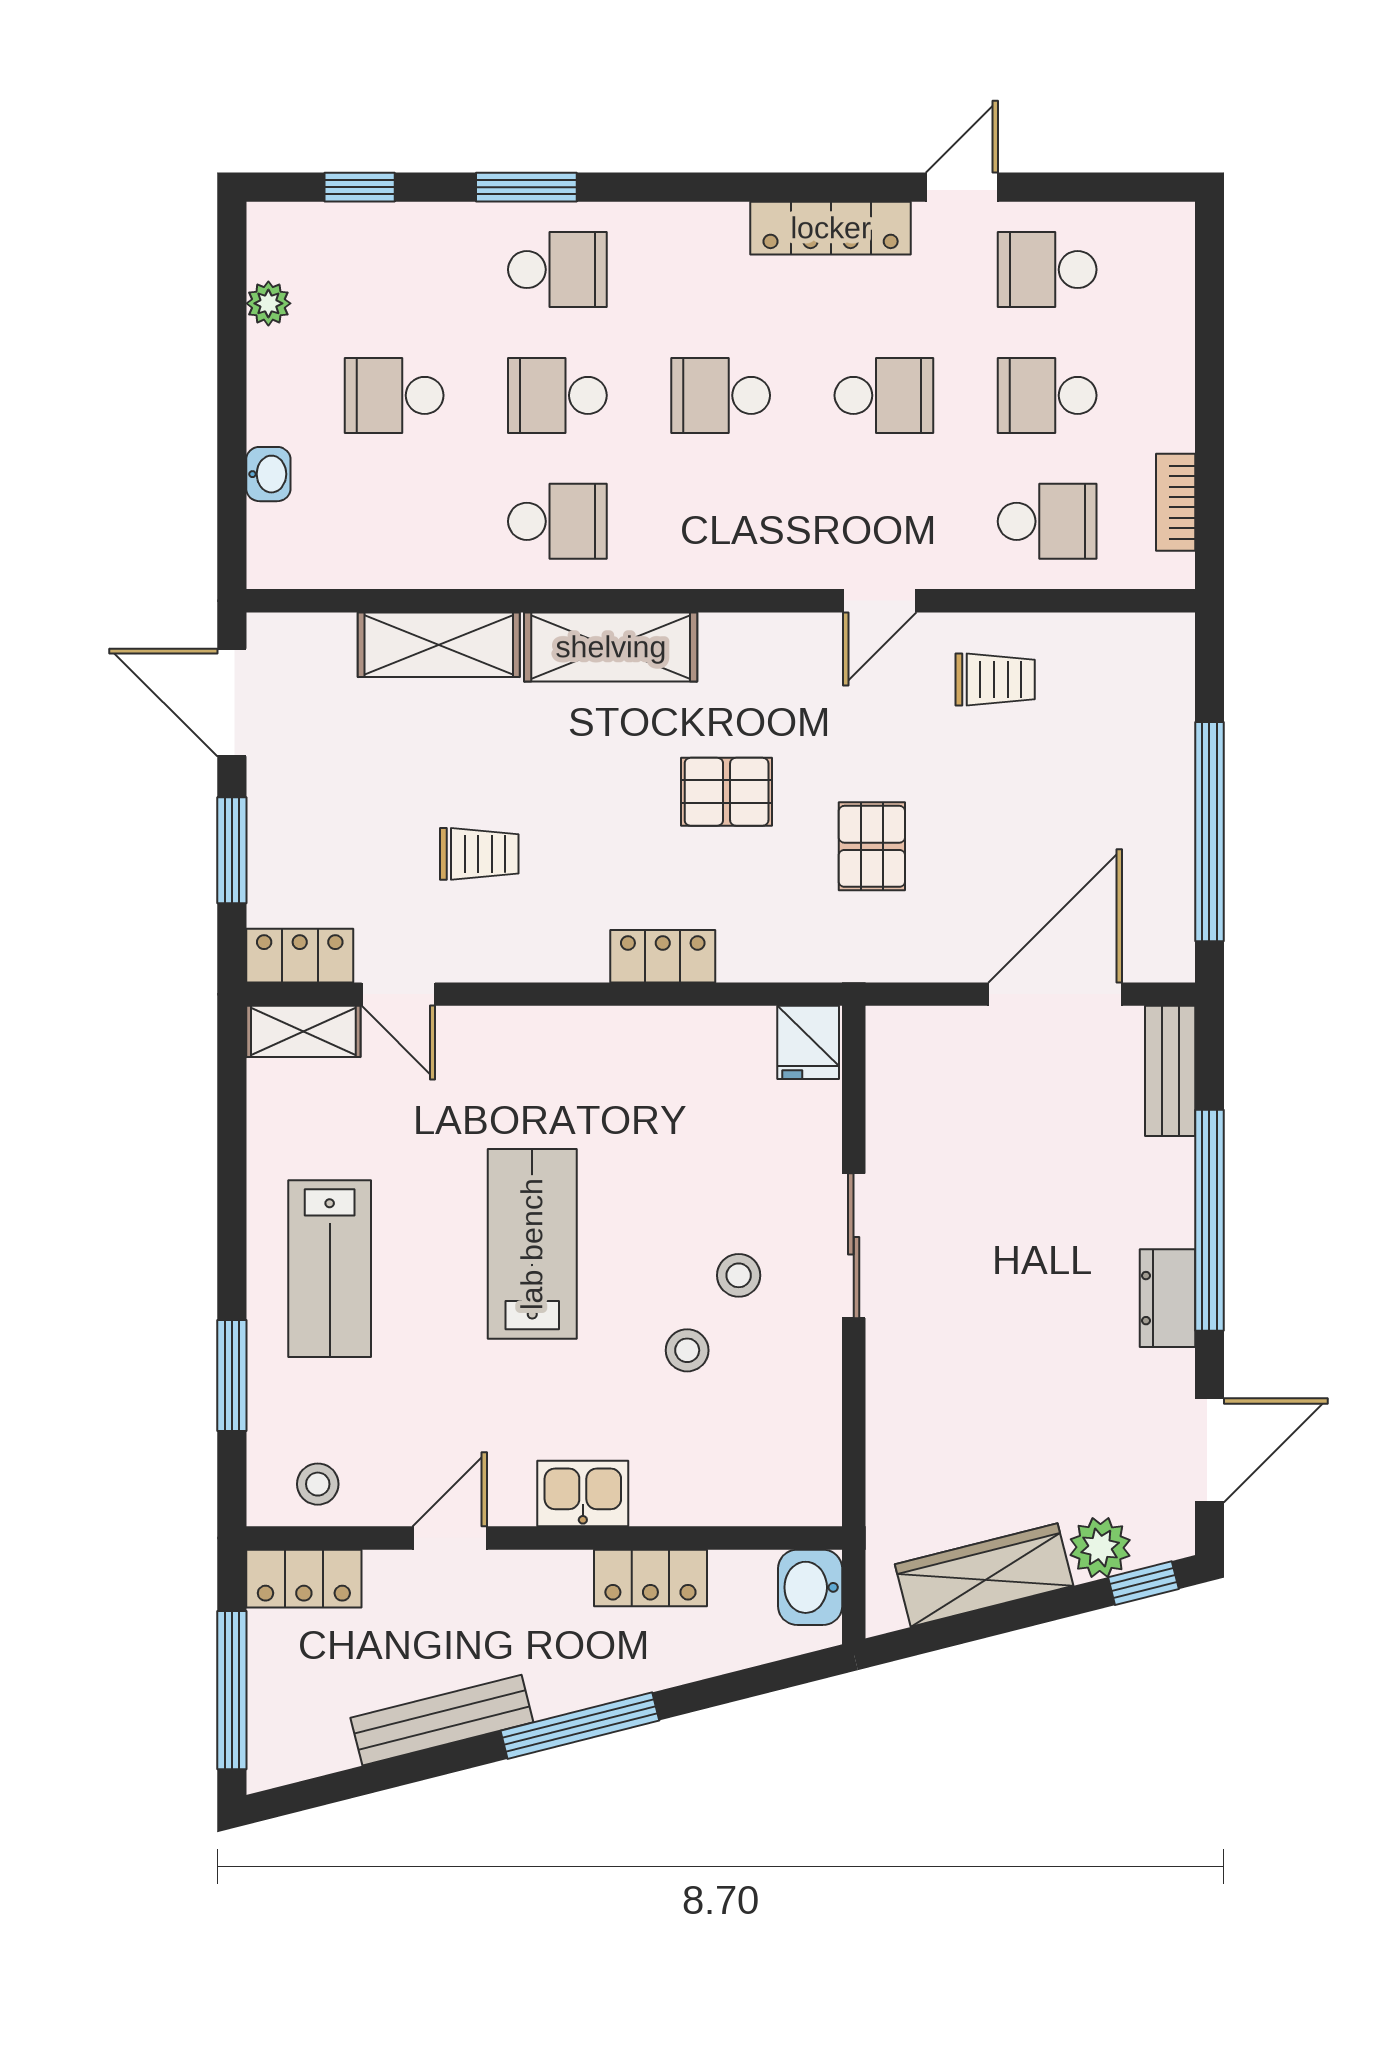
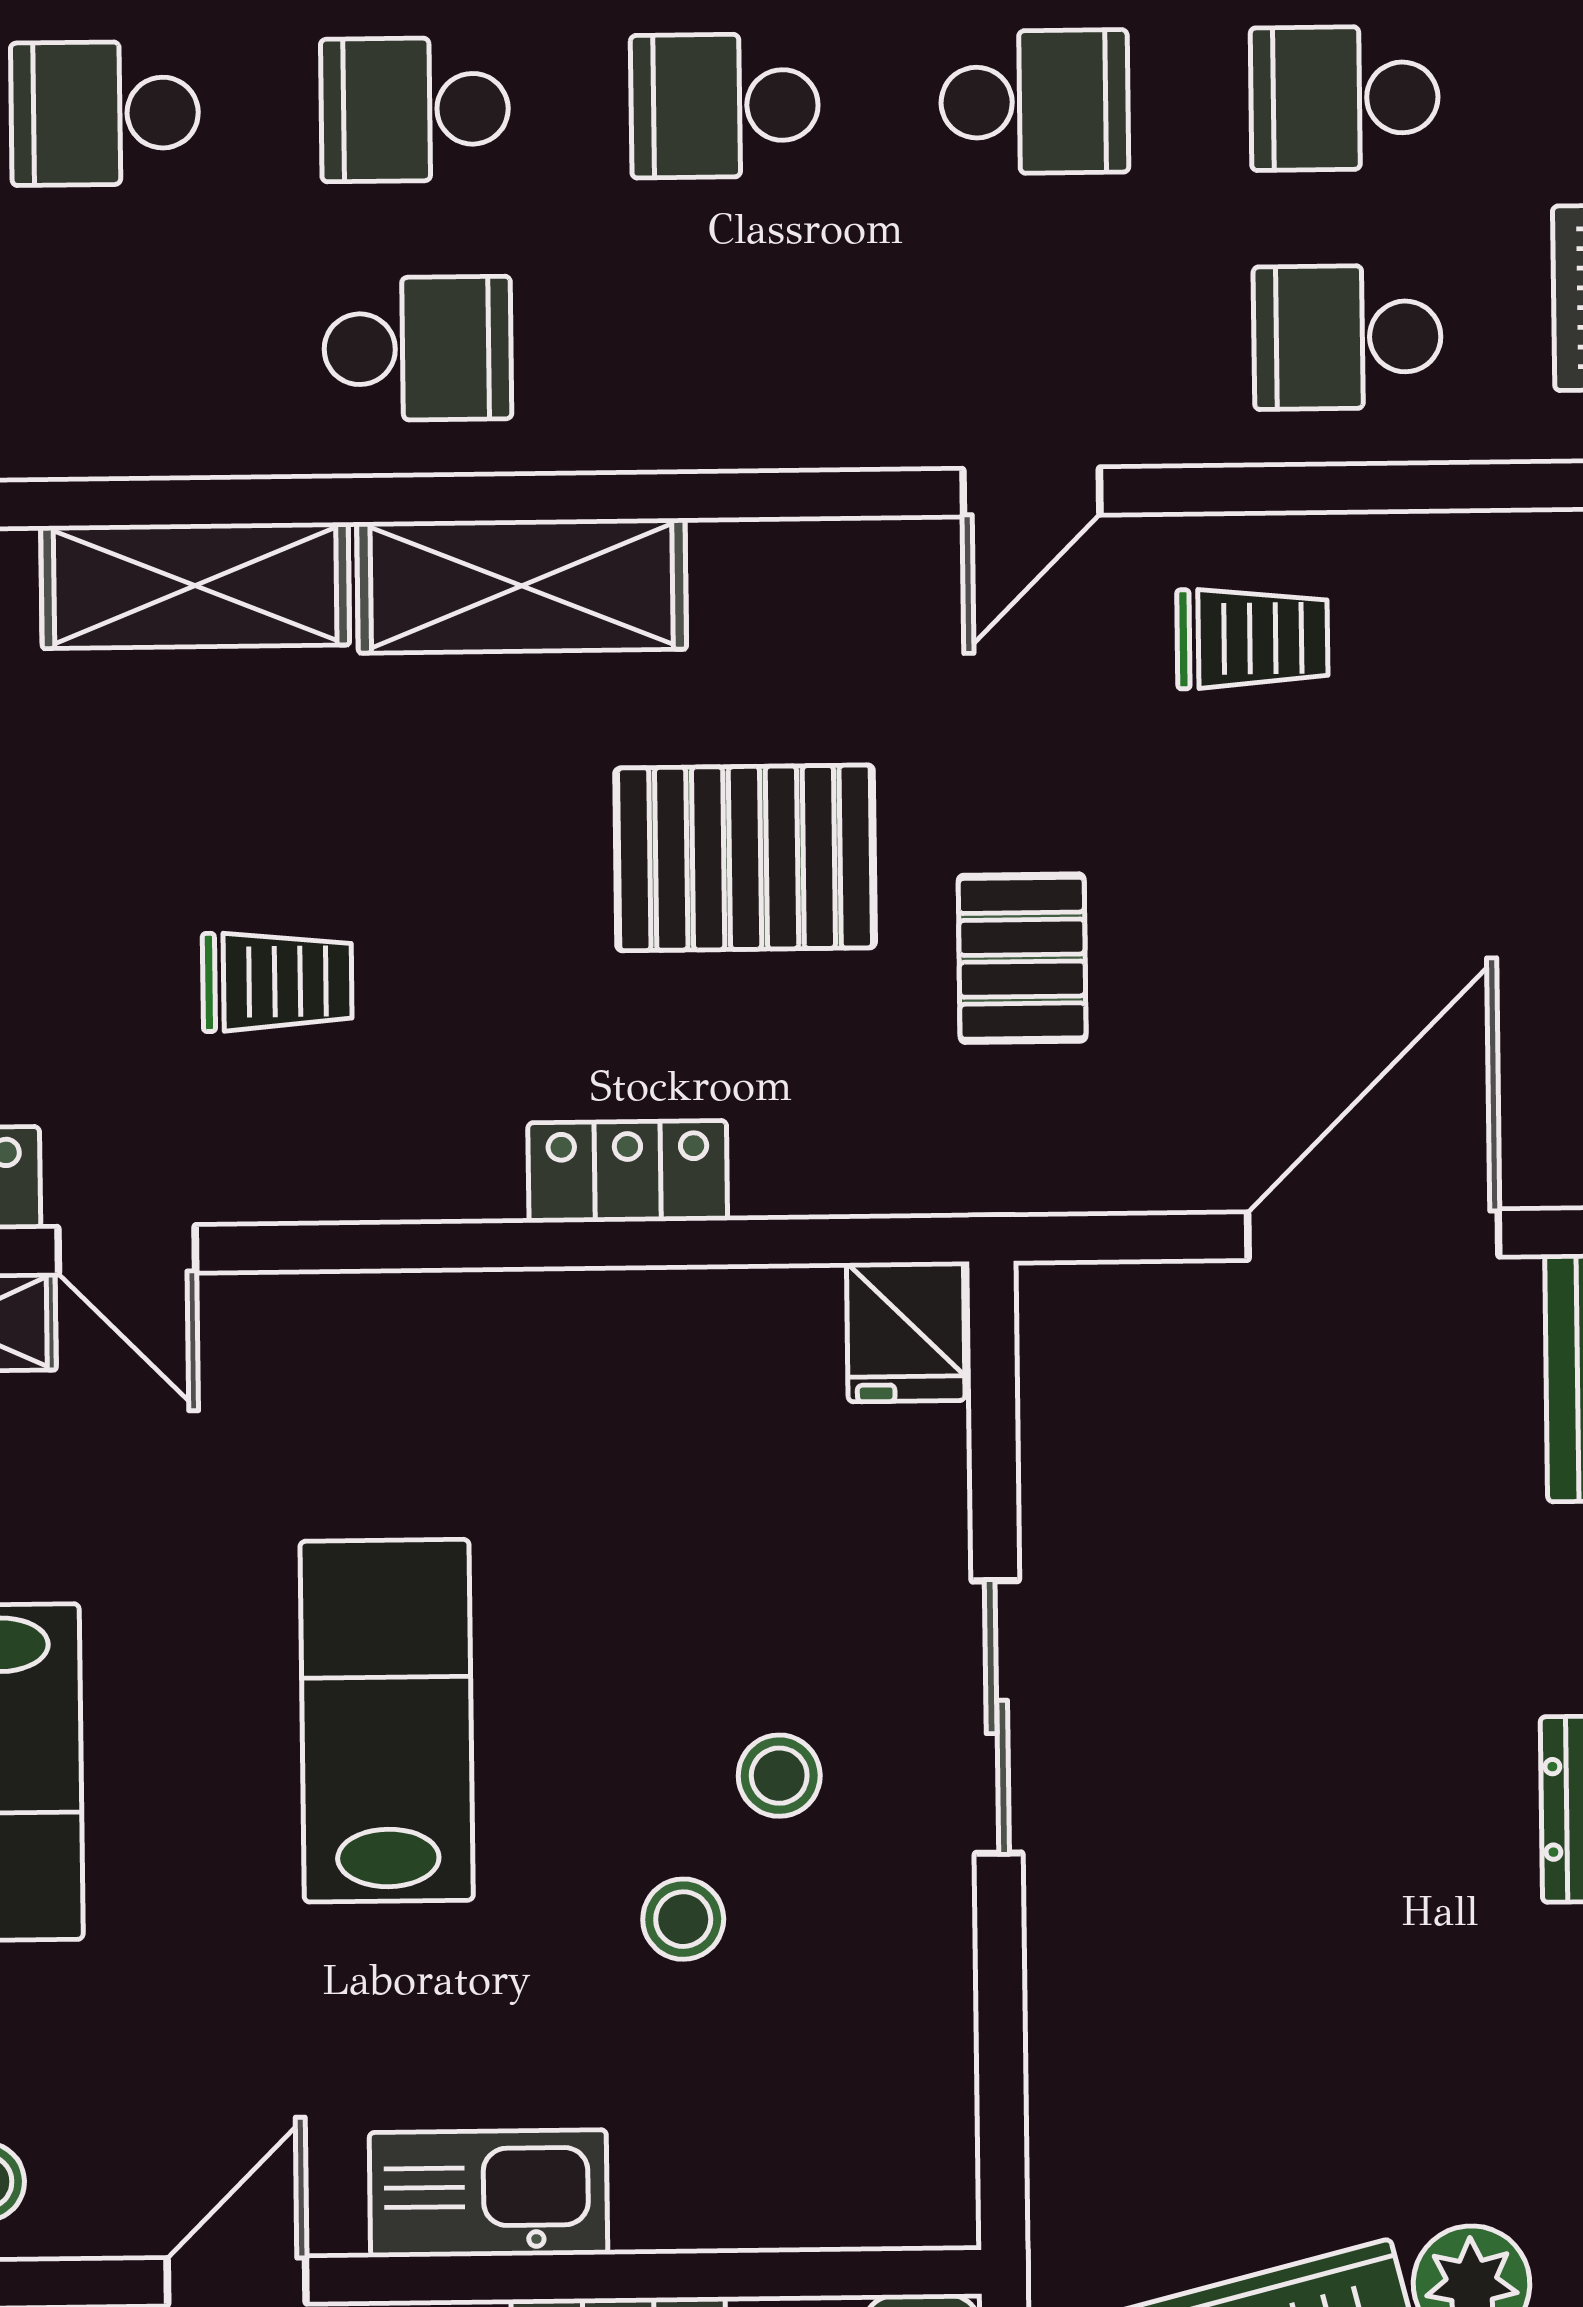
school desk: (1047, 521) -> (1347, 337), turned 180
pallet: (727, 792) -> (745, 858), width x1.50, depth x1.42
kitchen sink: (583, 1493) -> (488, 2193), width x1.38

